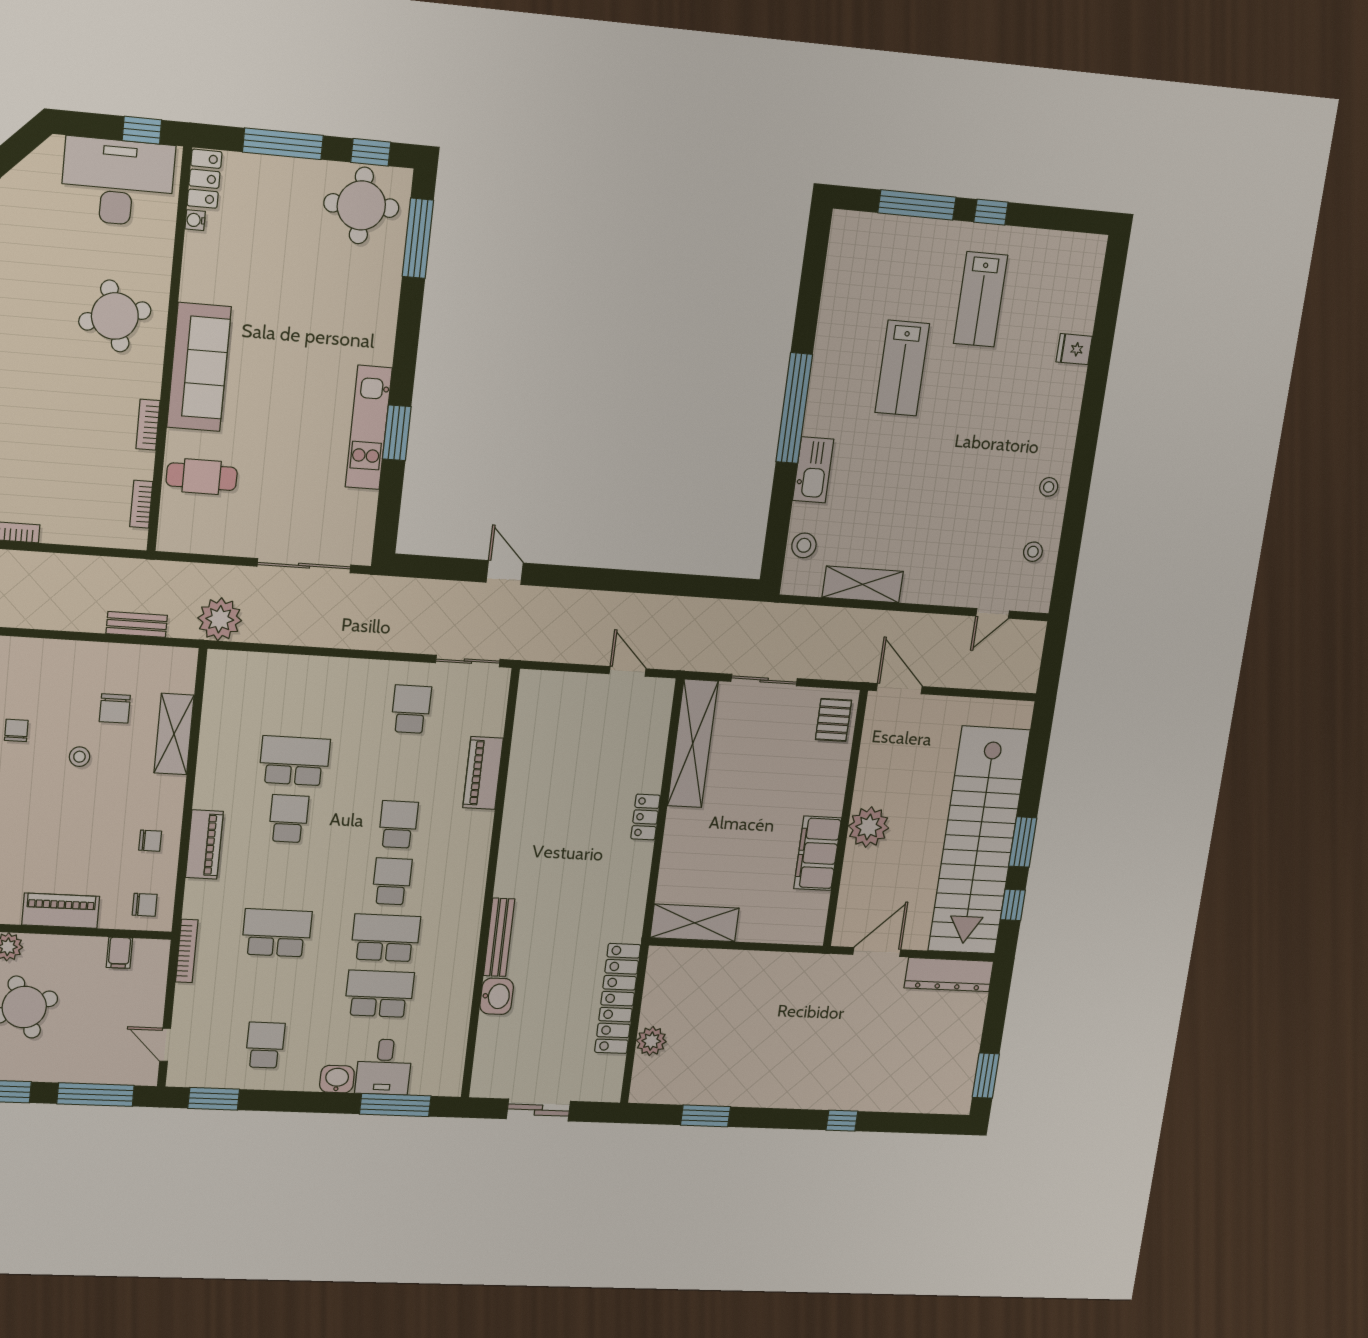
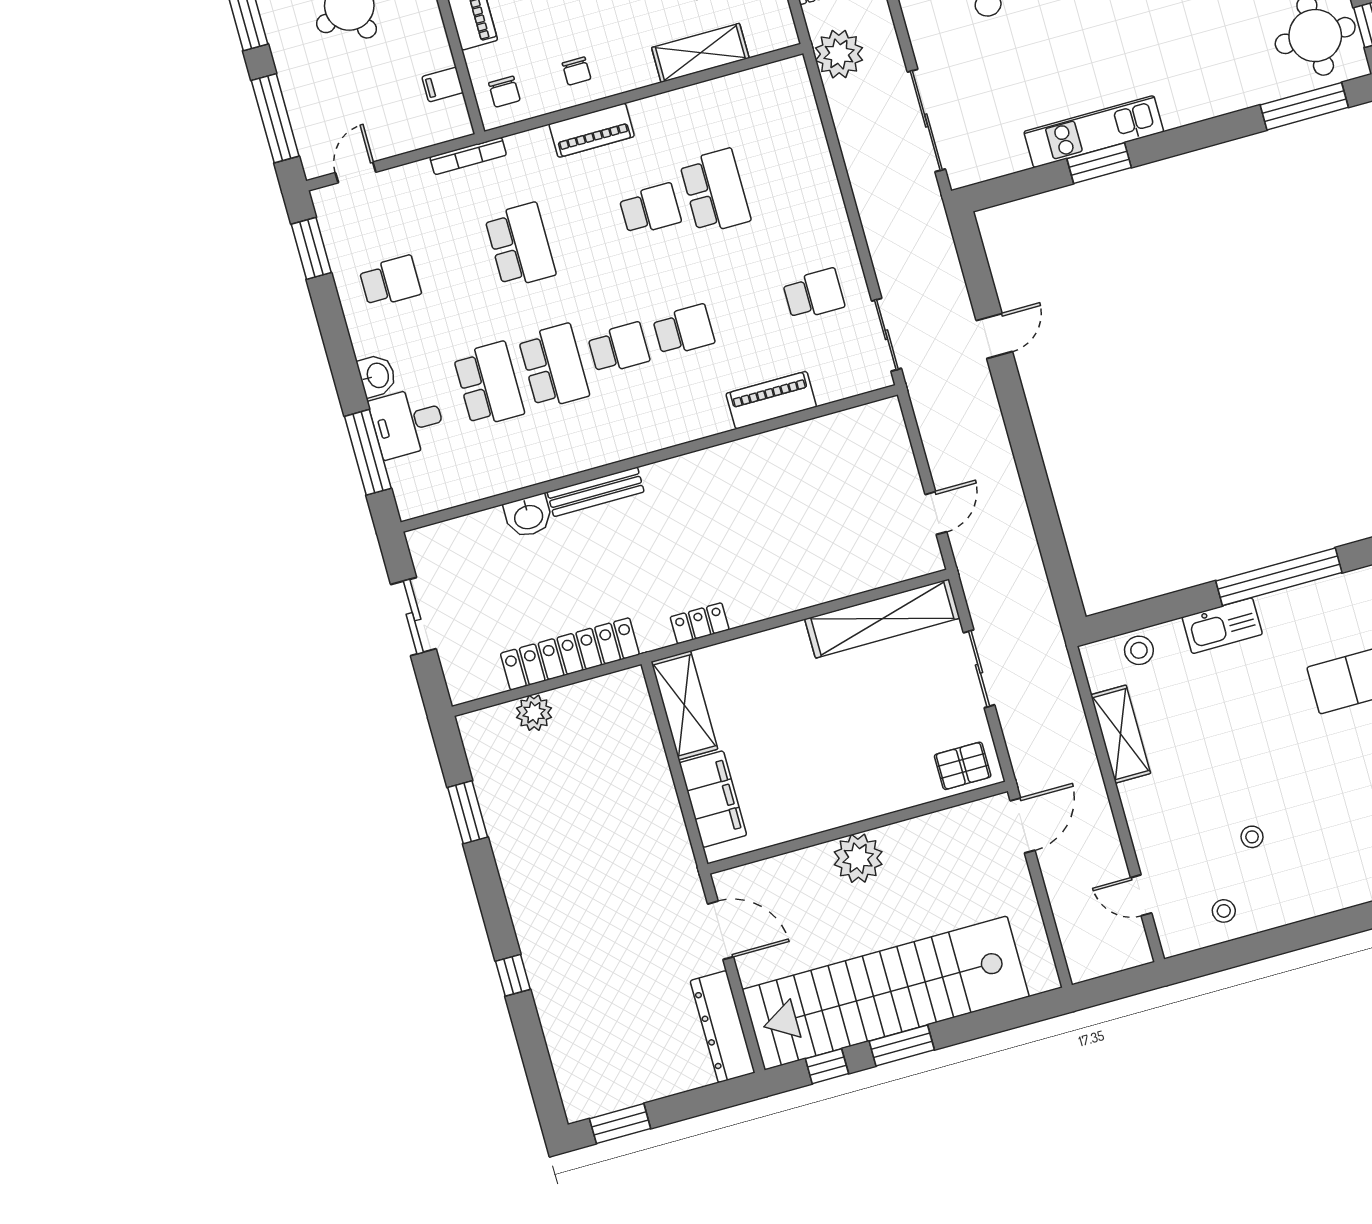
stool: (1049, 487) -> (1252, 837), moved
locker: (645, 817) -> (700, 623), moved
filing cabinet: (817, 853) -> (713, 799), moved, turned 90

